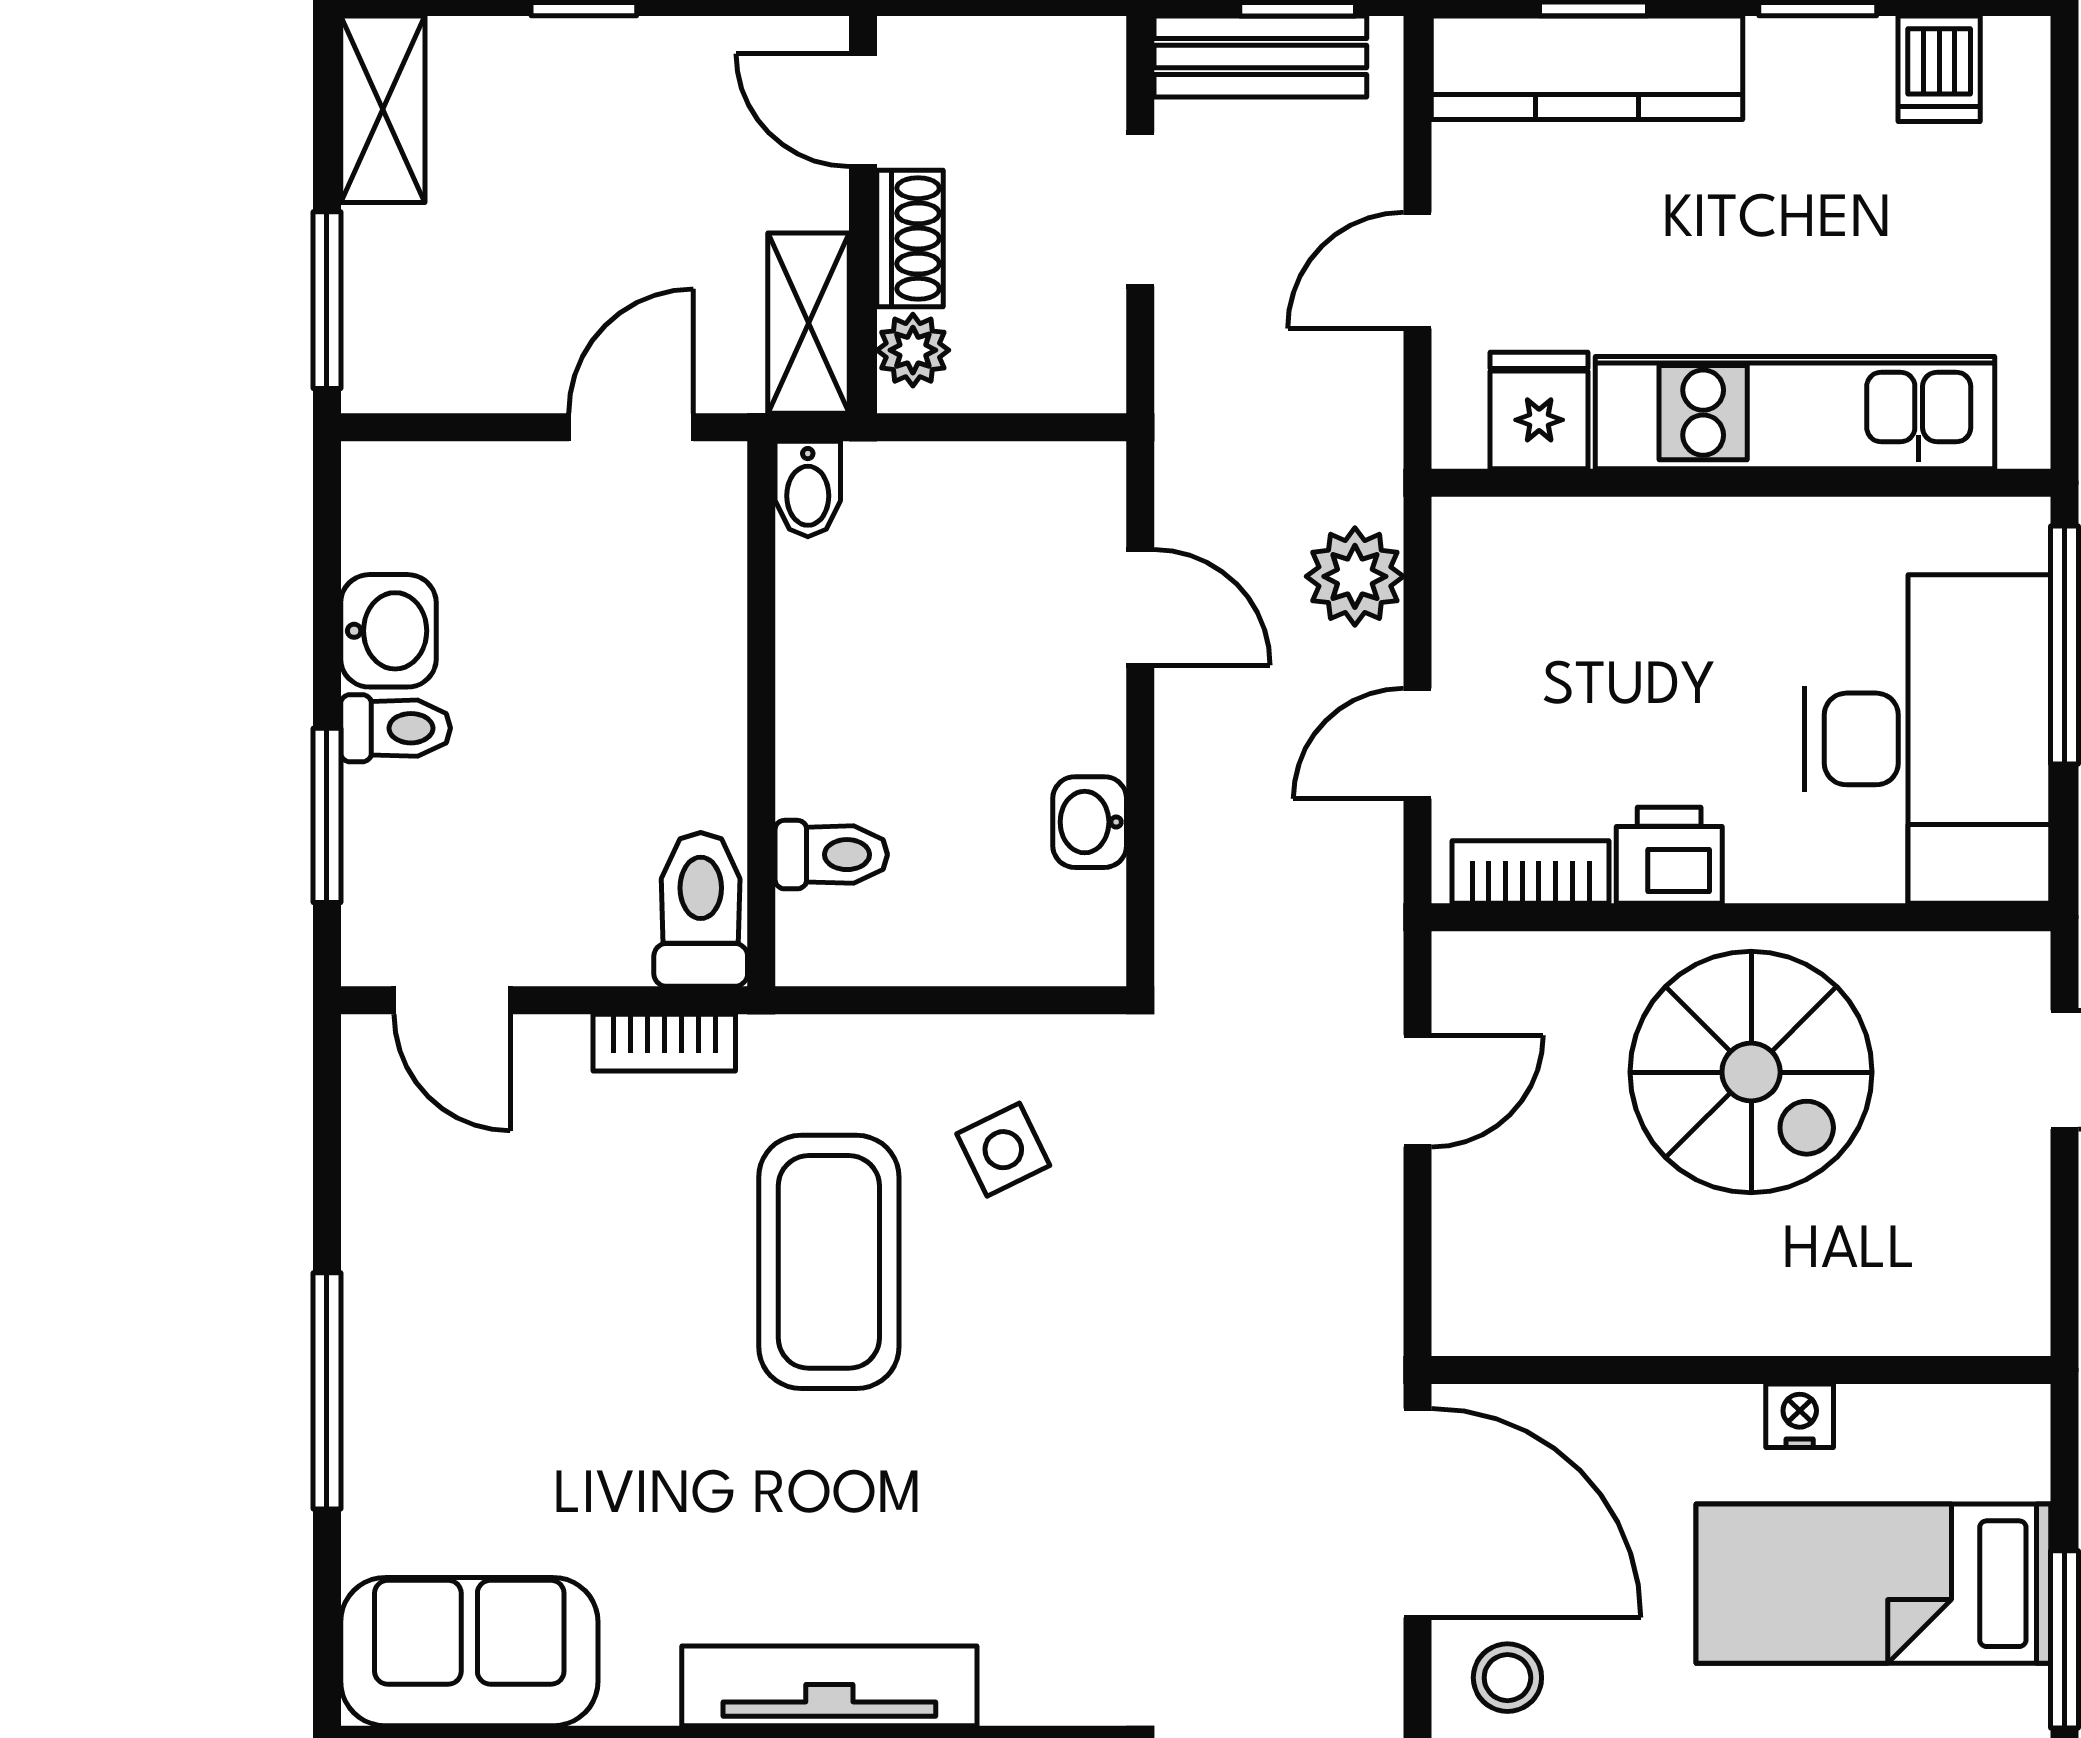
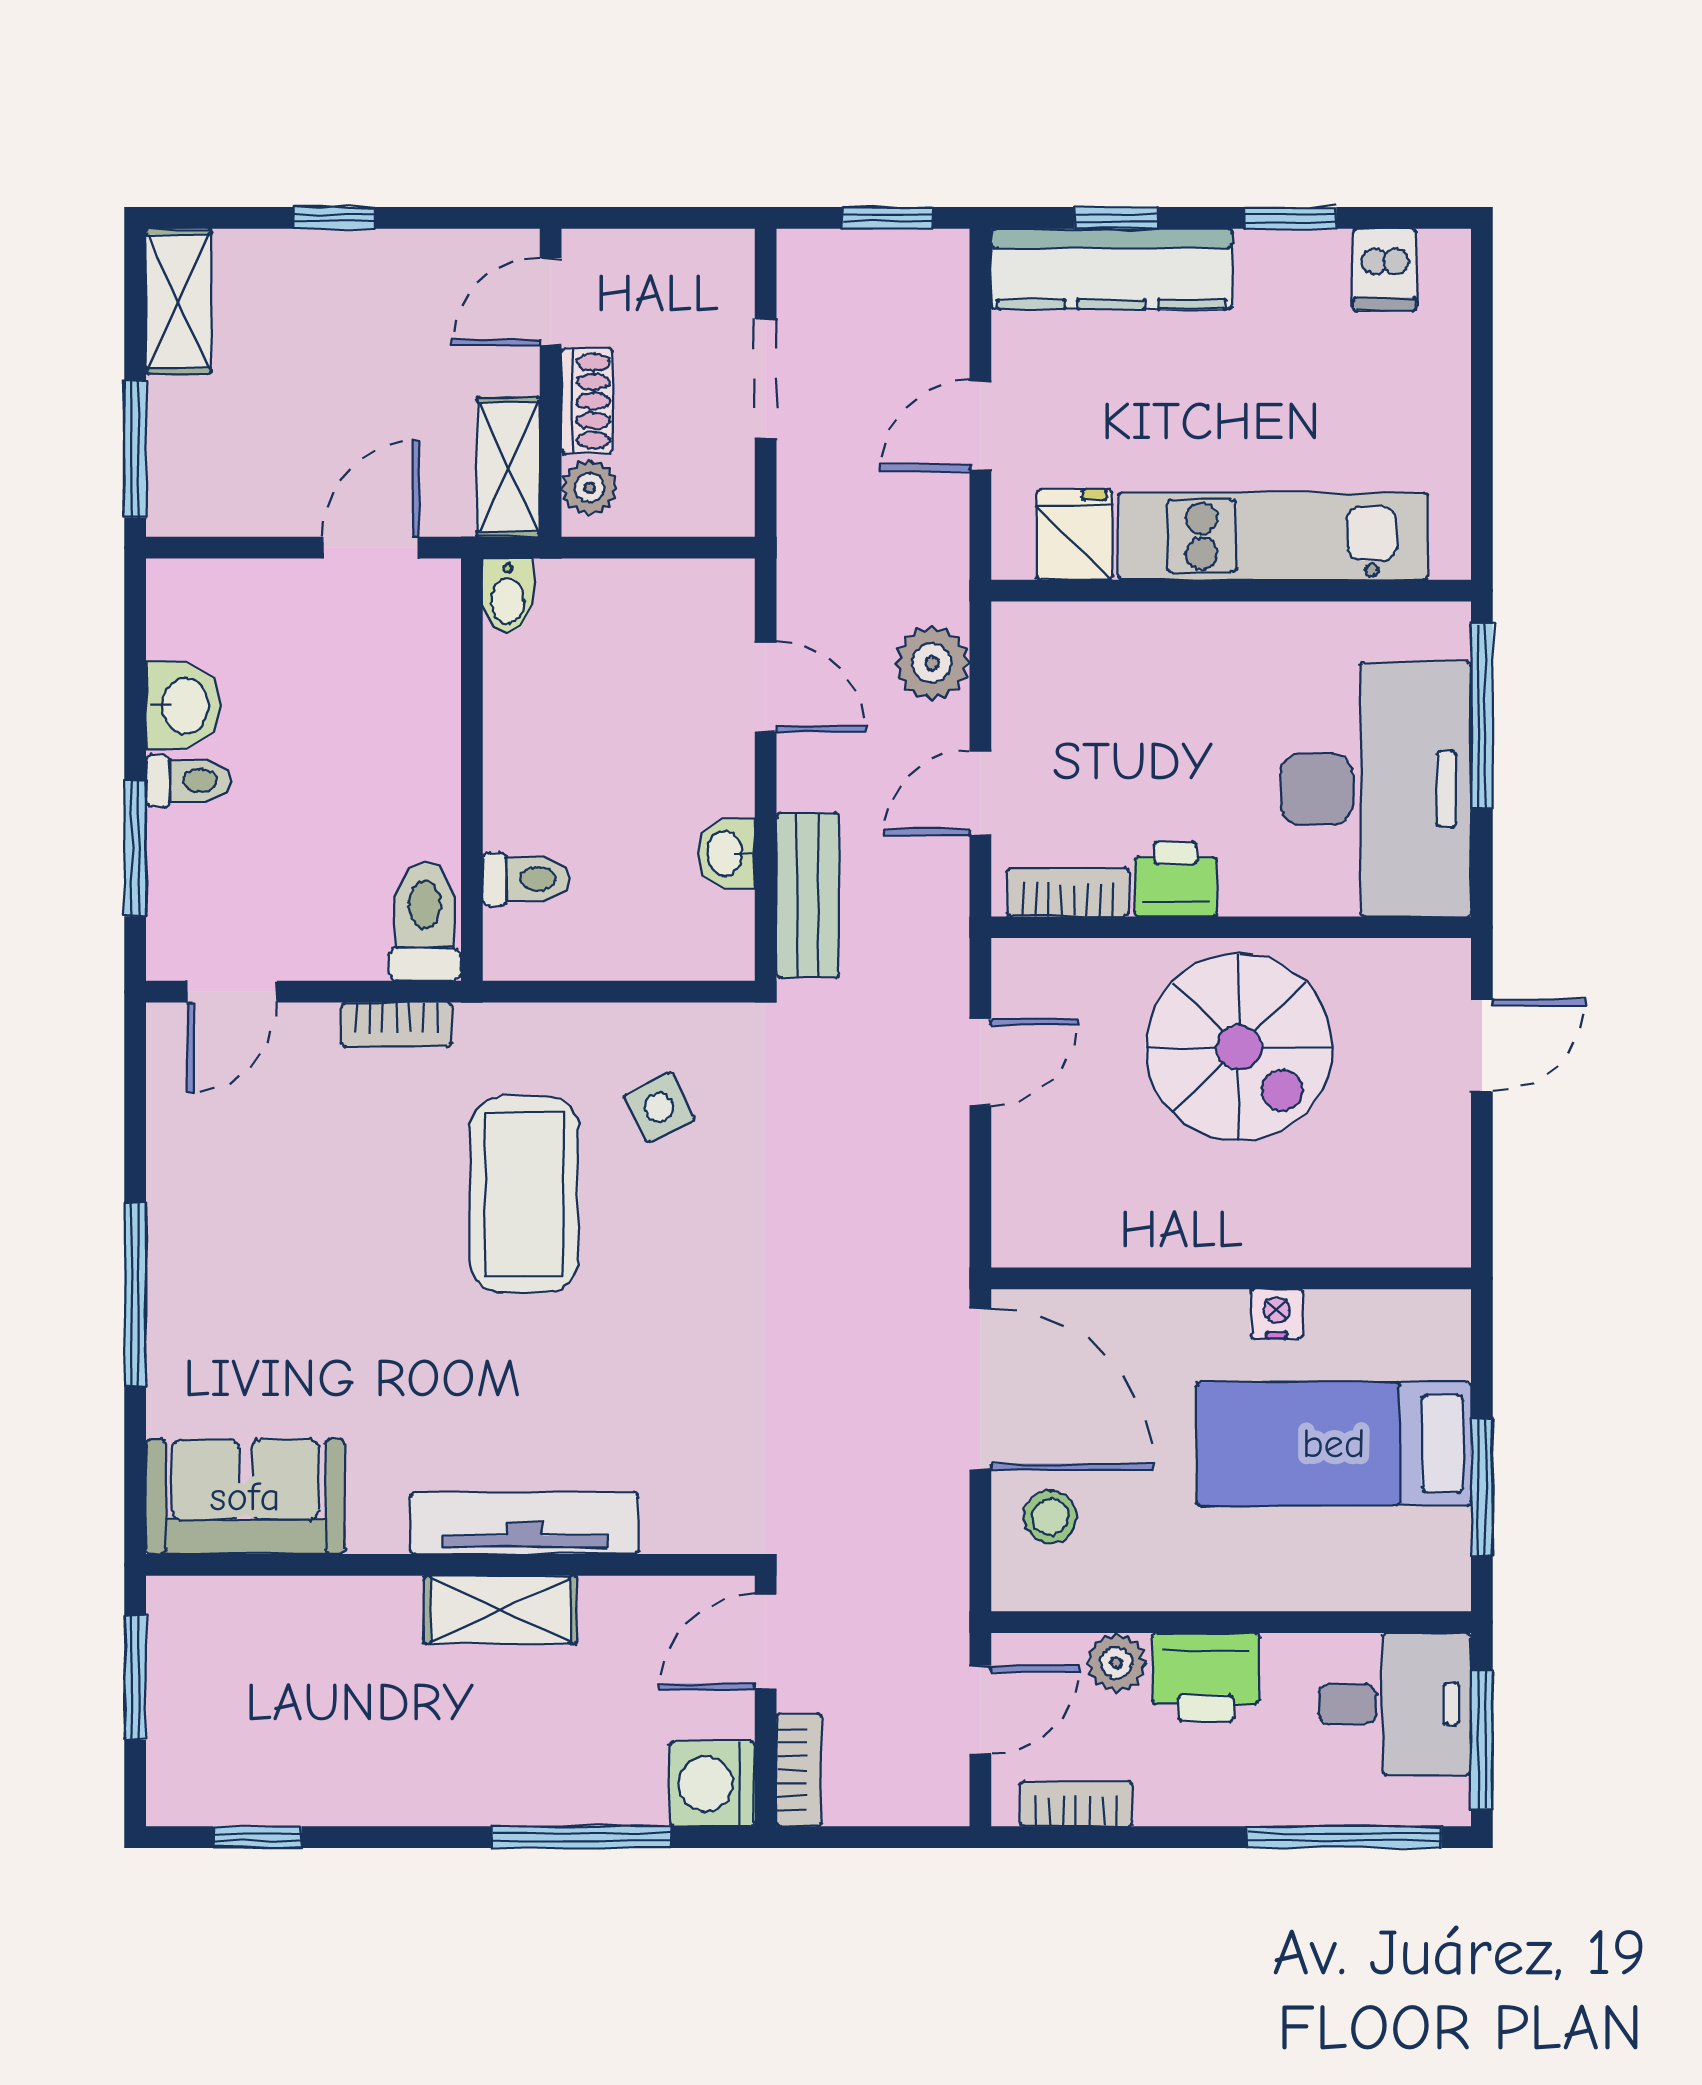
bench: (1260, 57) -> (808, 895), moved, turned 90
door: (863, 110) -> (551, 302), hinge flipped
door: (452, 1000) -> (232, 992), hinge flipped

